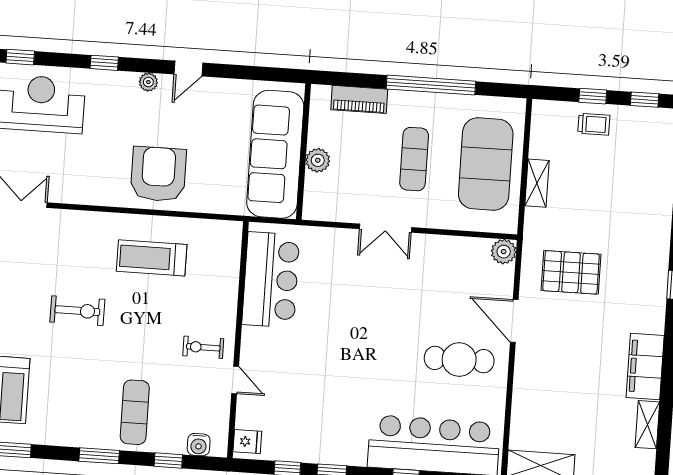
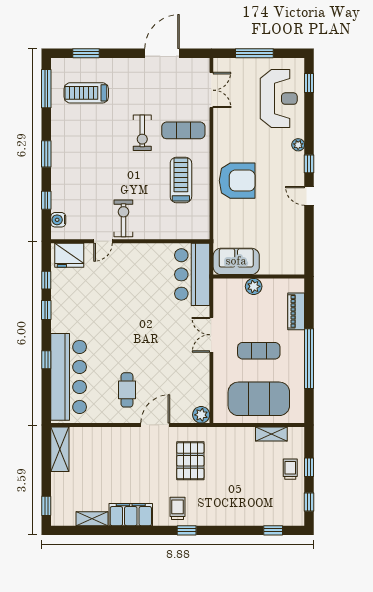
window: (104, 63) -> (309, 164), moved
plant: (148, 82) -> (298, 145), moved
trolley: (594, 124) -> (290, 469), turned 180
sofa: (275, 154) -> (236, 261), width x0.54, depth x0.79
shelving: (537, 183) -> (271, 434), moved
bar counter: (271, 280) -> (192, 274), moved, turned 90
trolley: (641, 296) -> (178, 508), added
exercise bike: (203, 347) -> (123, 218), width x1.38, depth x1.39
cafe table: (459, 360) -> (127, 390), width x0.73, depth x0.74
exercise mat: (135, 412) -> (183, 130), moved
fridge: (247, 442) -> (69, 255), width x1.88, depth x1.34

